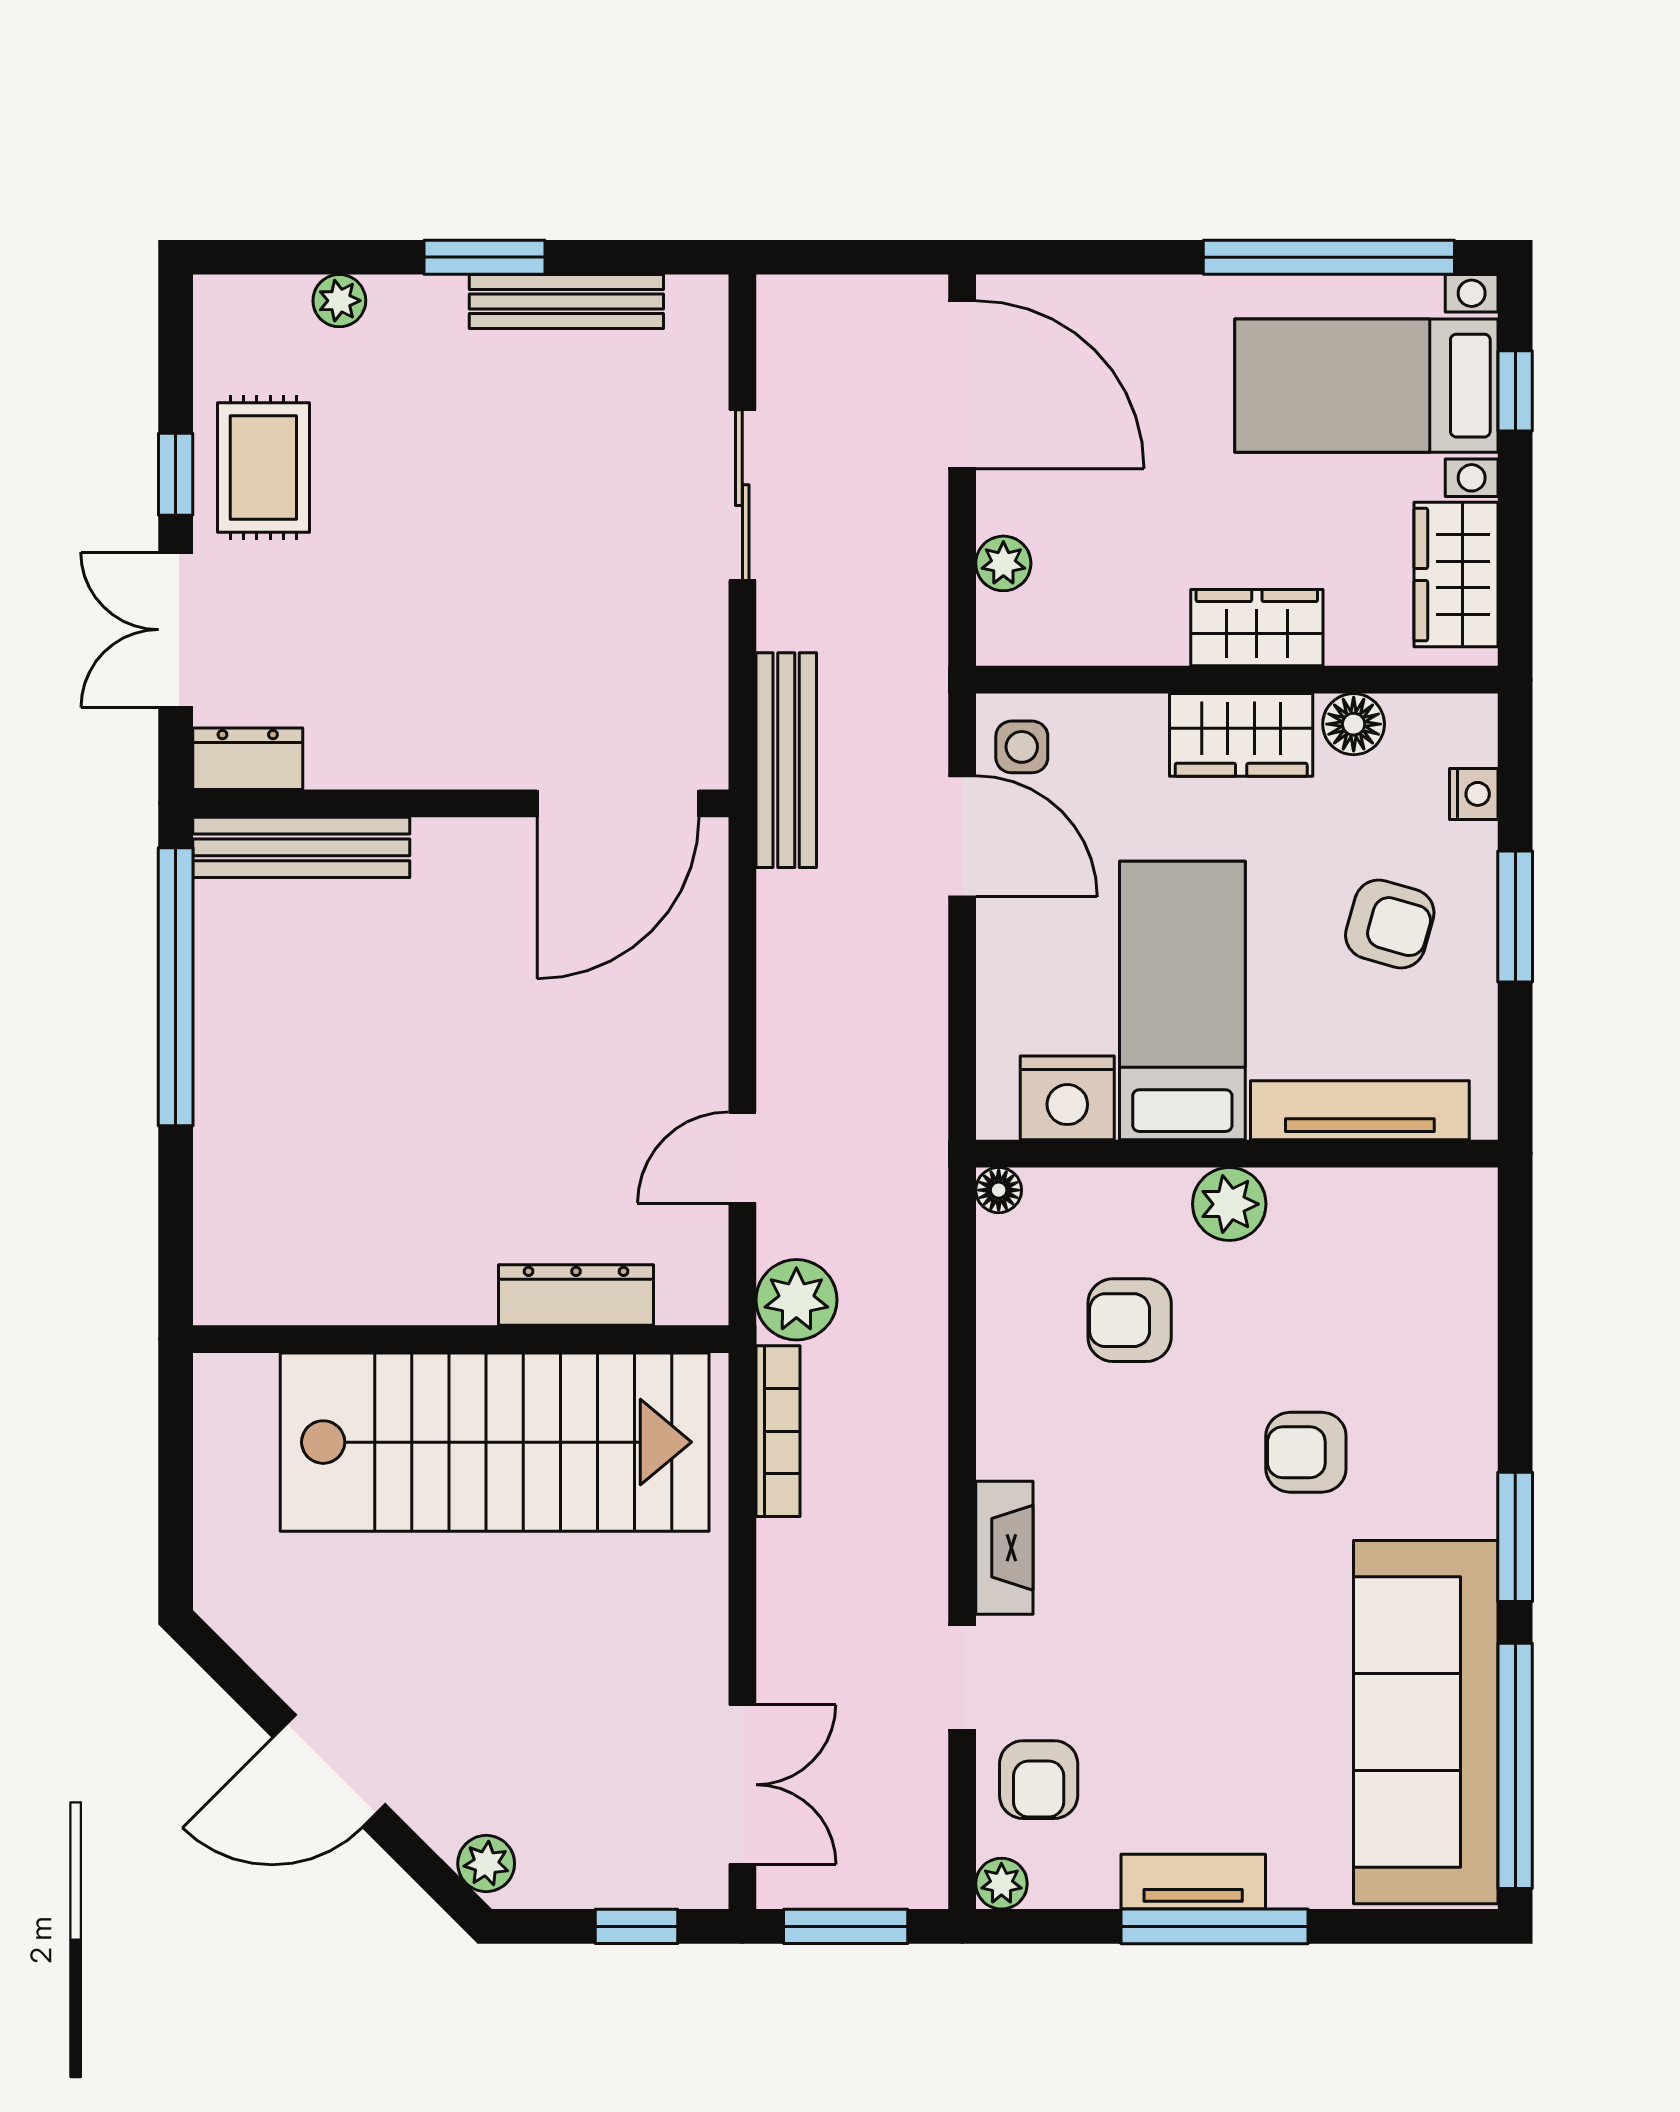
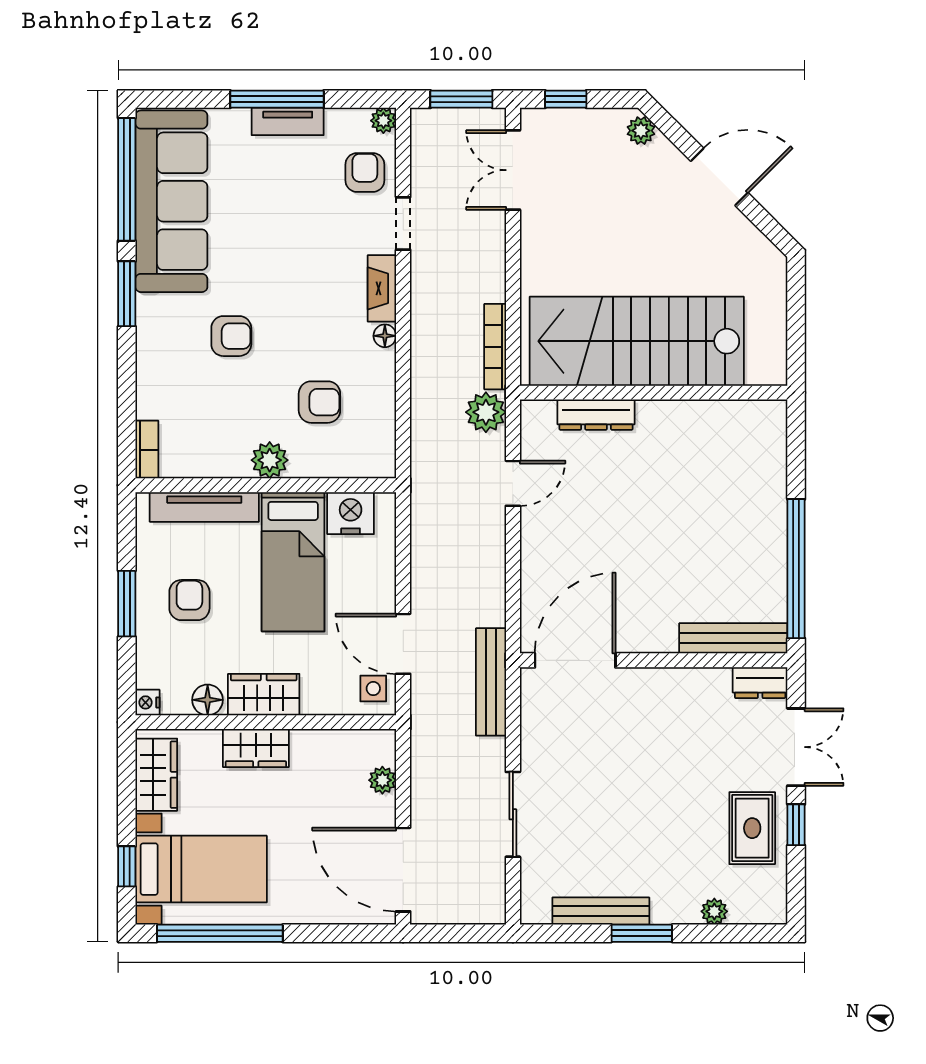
nightstand: (1474, 794) -> (147, 702), moved
armchair: (1390, 924) -> (189, 600), turned 74
floor lamp: (999, 1190) -> (385, 336), moved
bookcase: (1475, 1225) -> (147, 450), added

